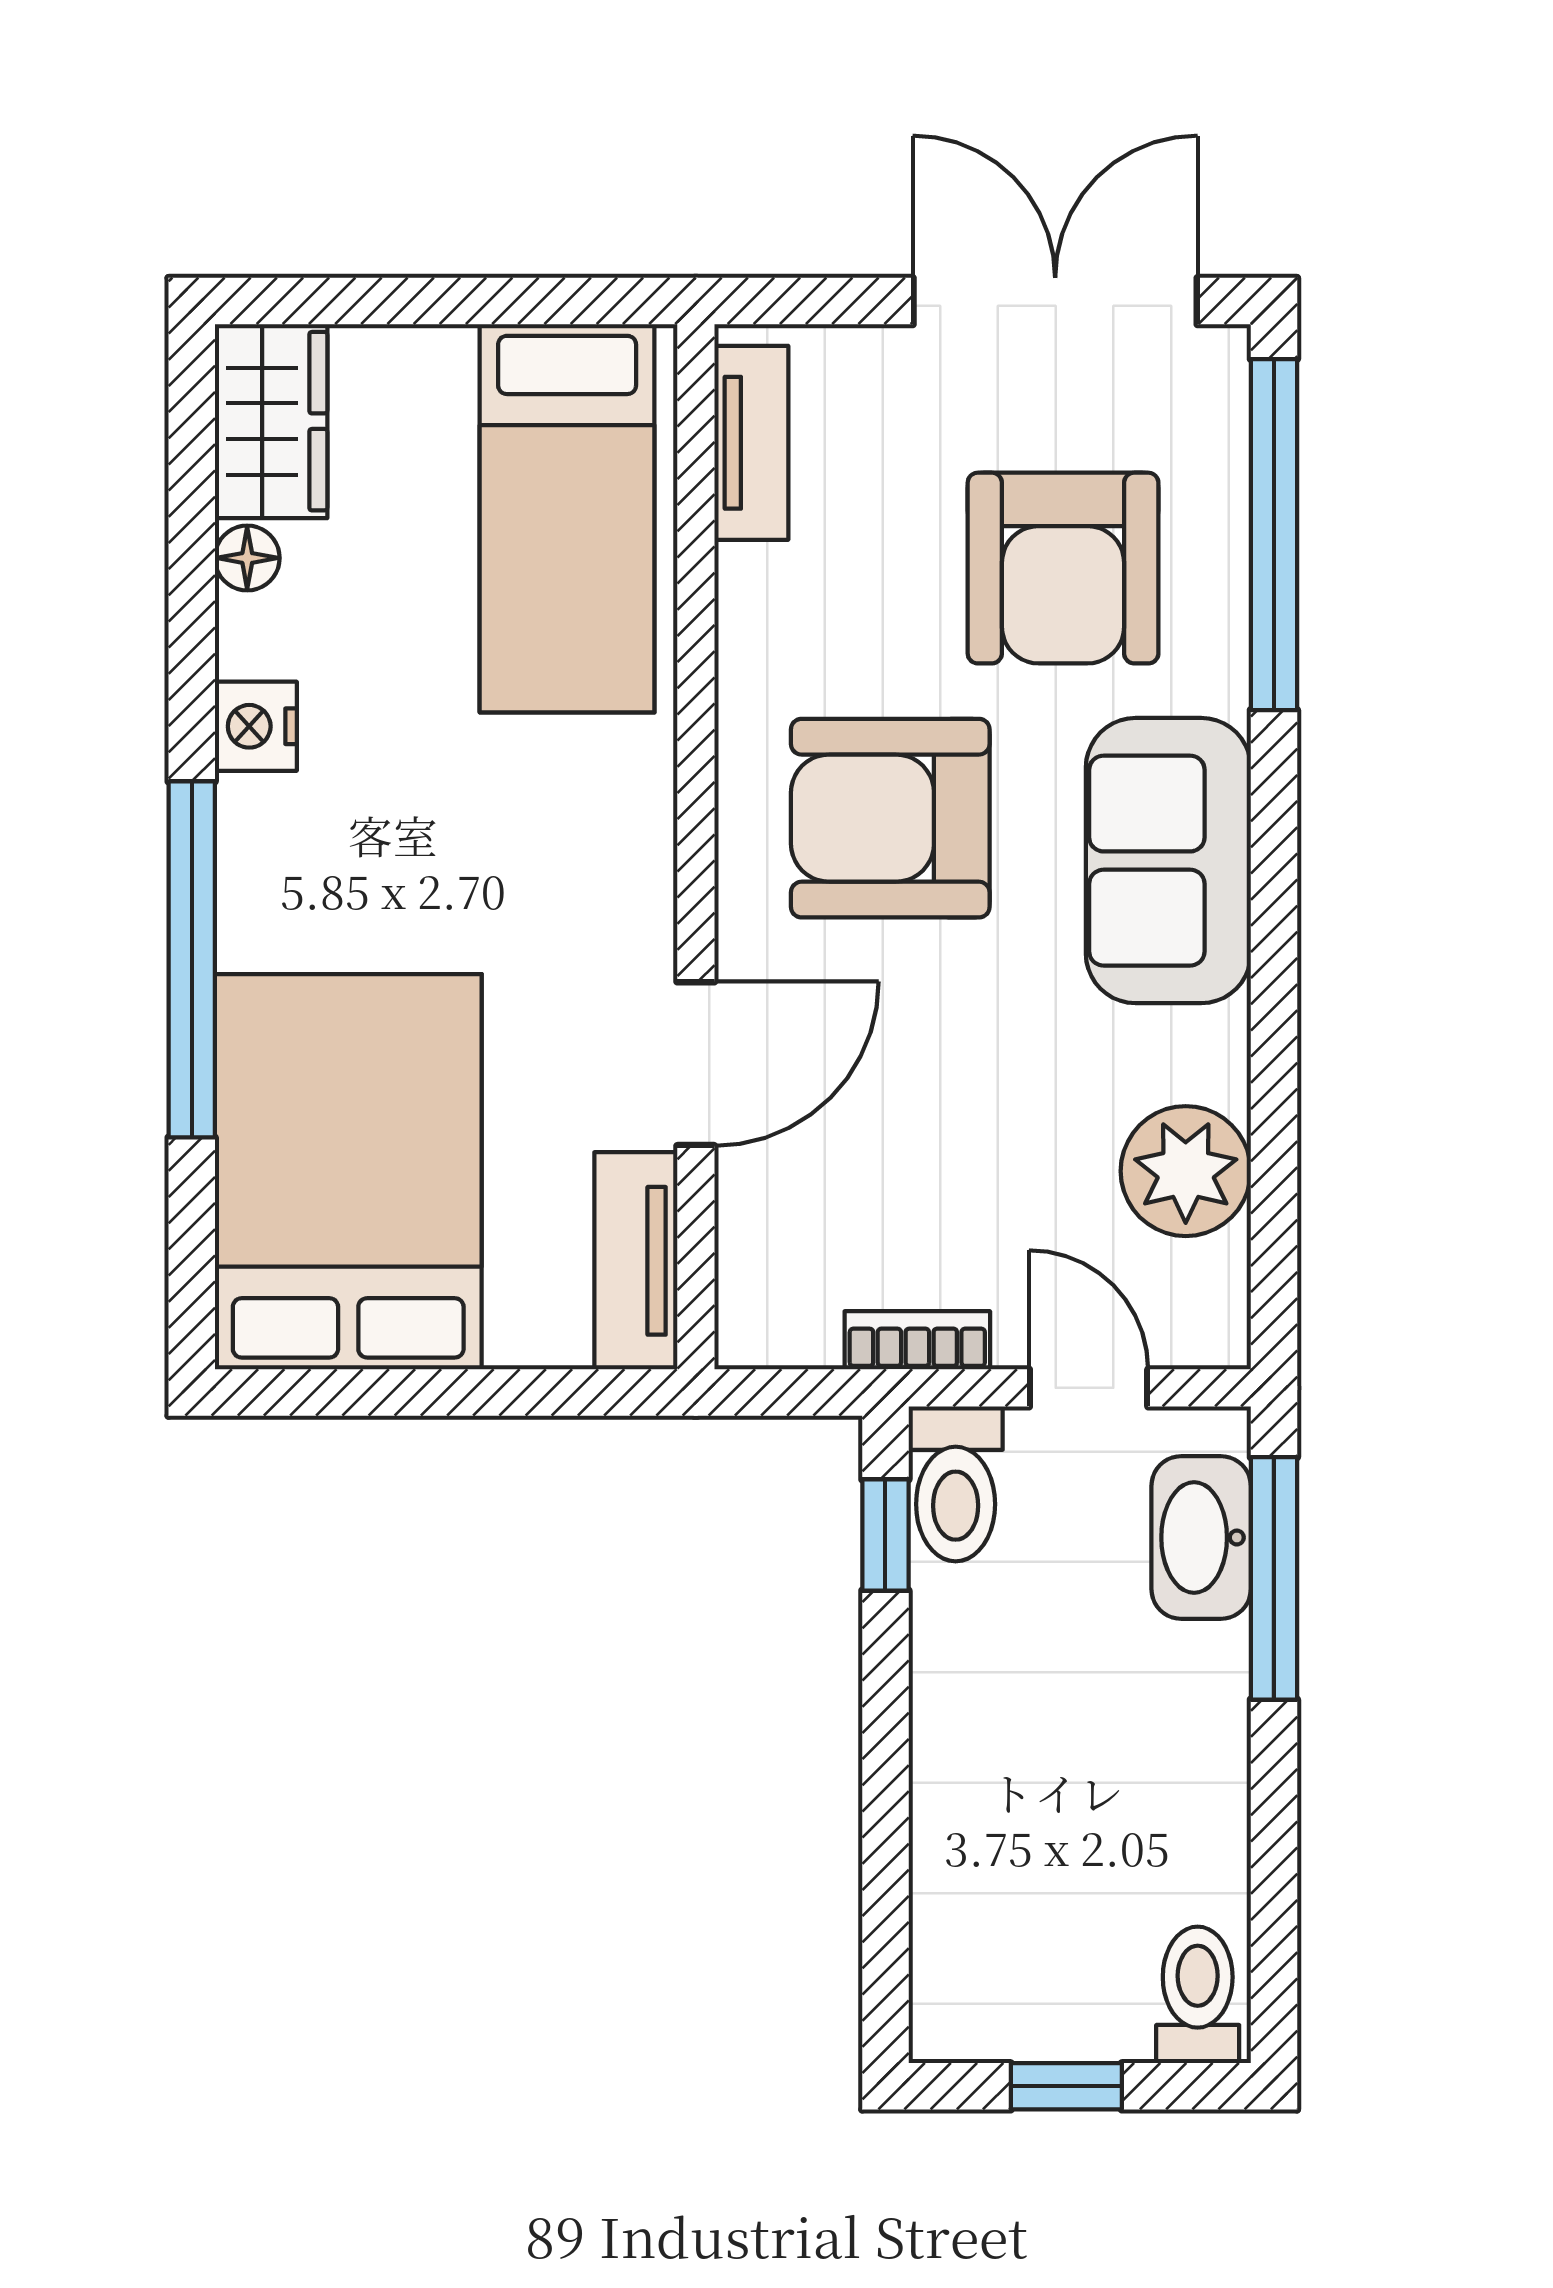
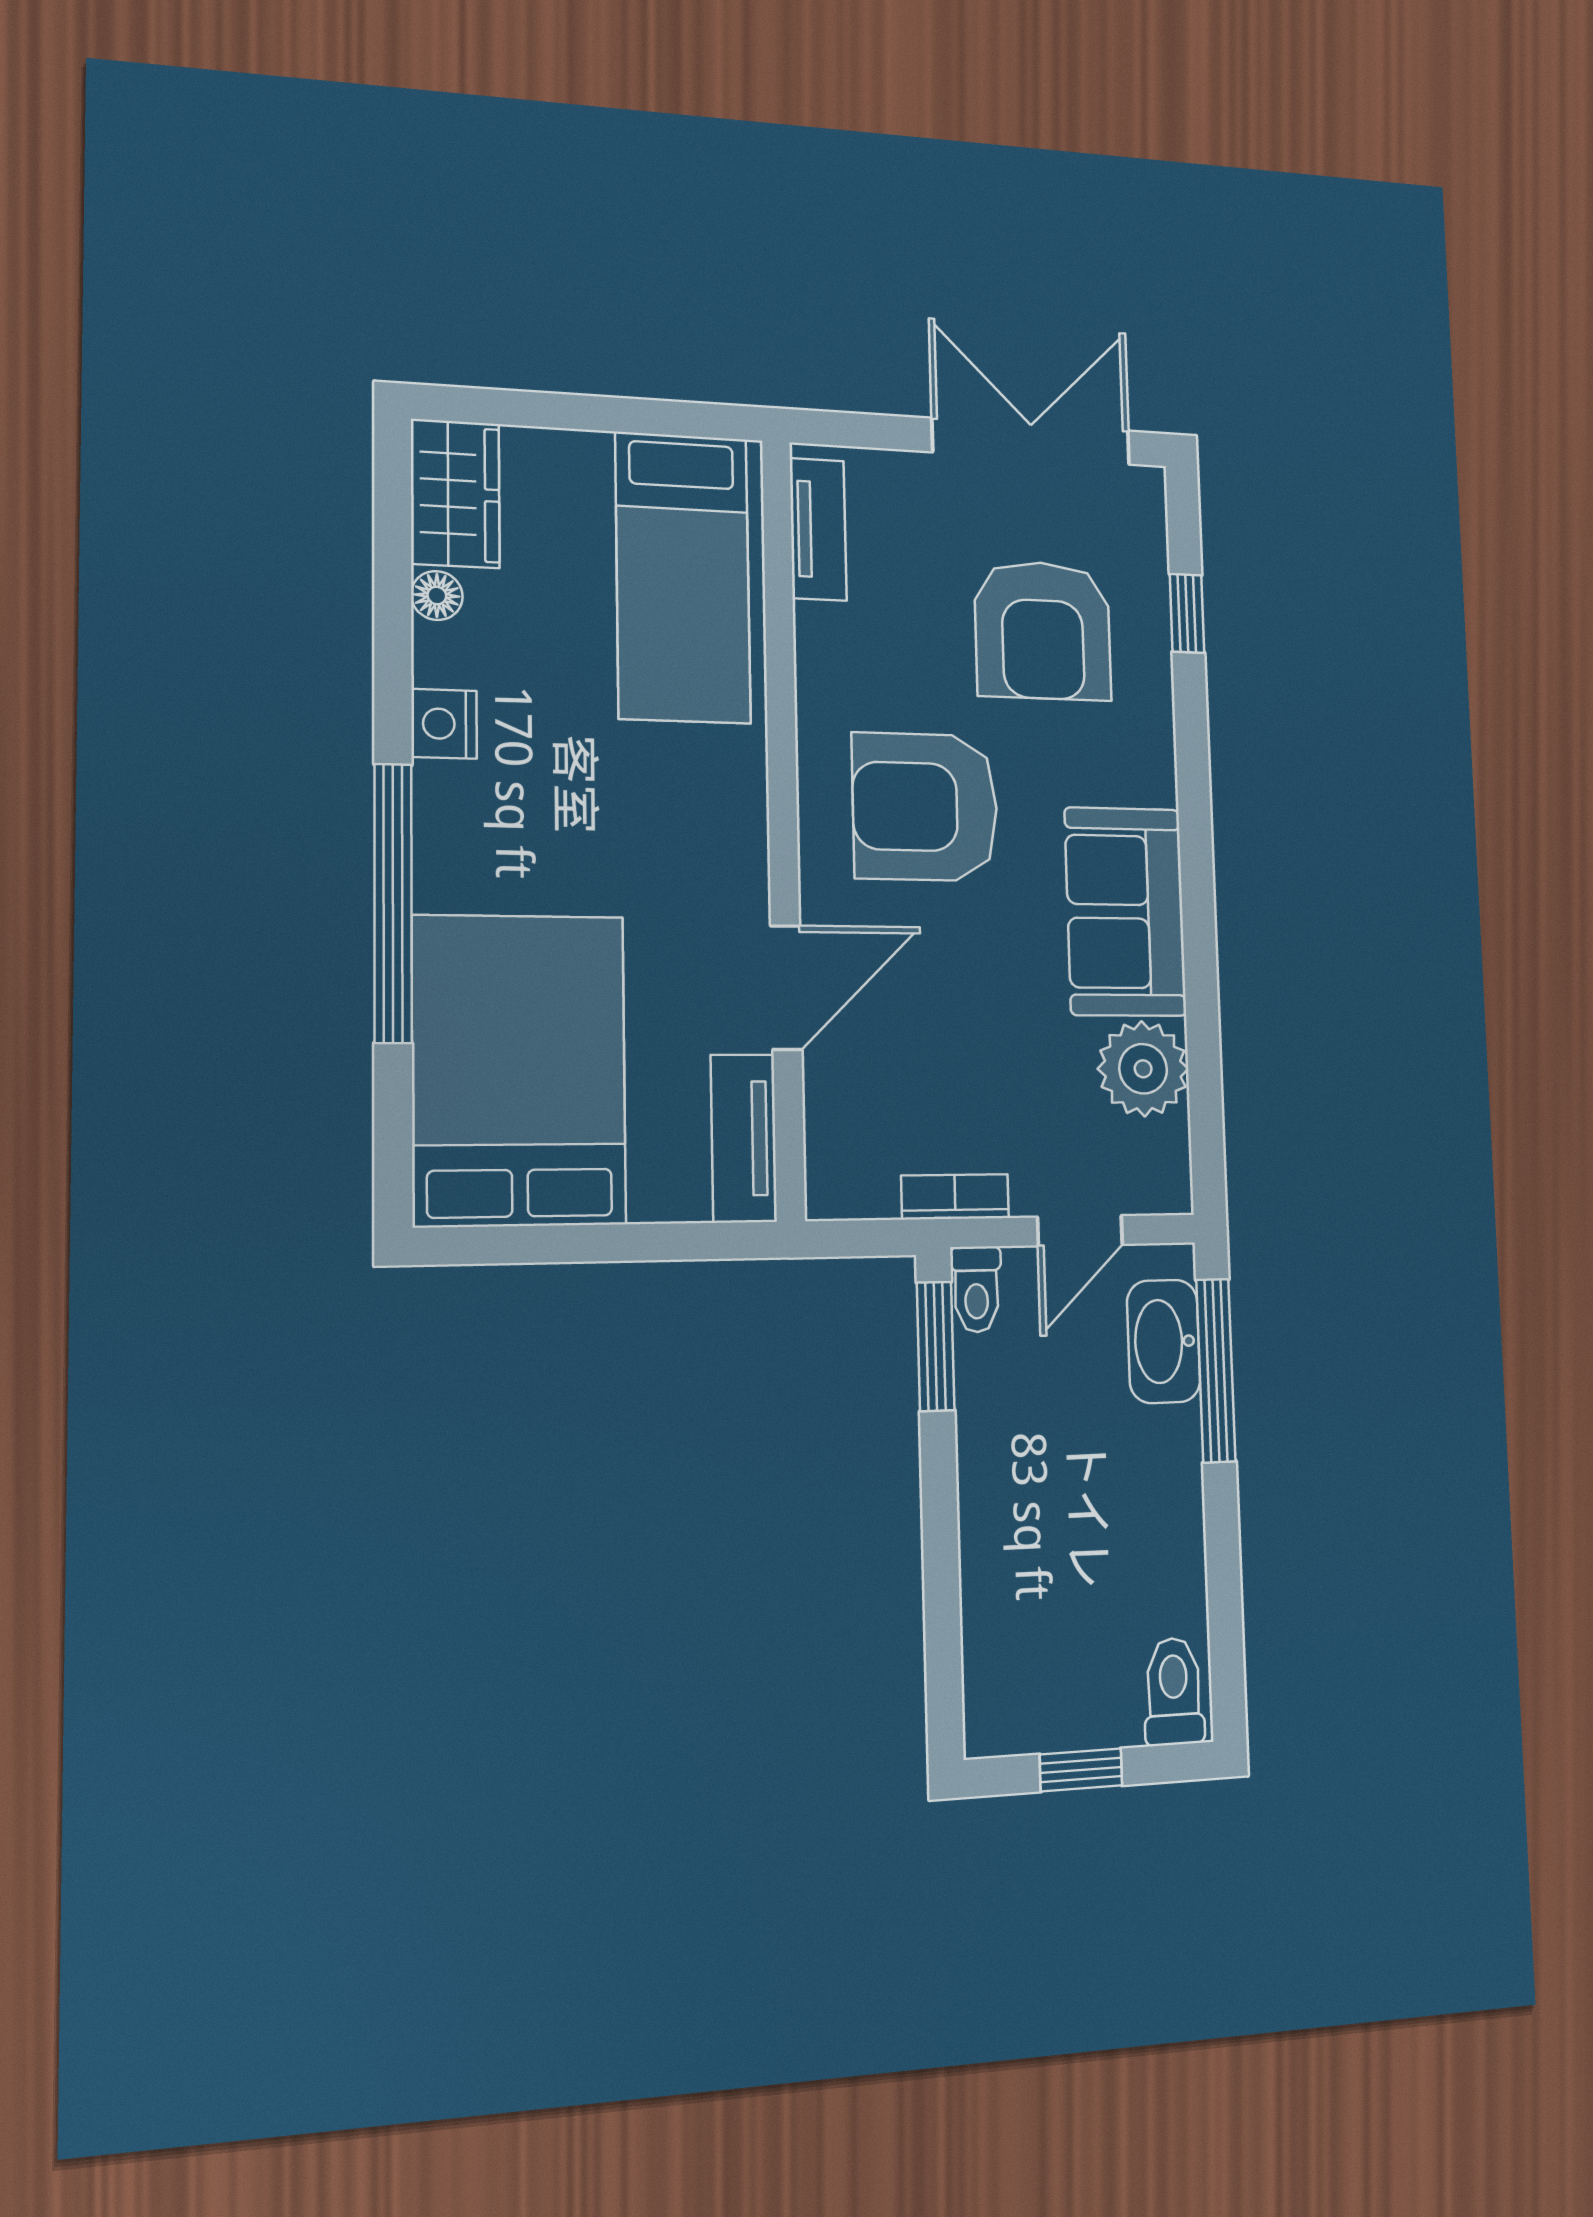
window: (1274, 535) -> (1187, 613), width x0.32
sofa: (1168, 861) -> (1125, 912), moved
door: (1089, 1388) -> (1080, 1231), swing flipped
toilet: (956, 1484) -> (976, 1289), width x0.73, depth x0.72
window: (885, 1535) -> (936, 1346), width x1.50

